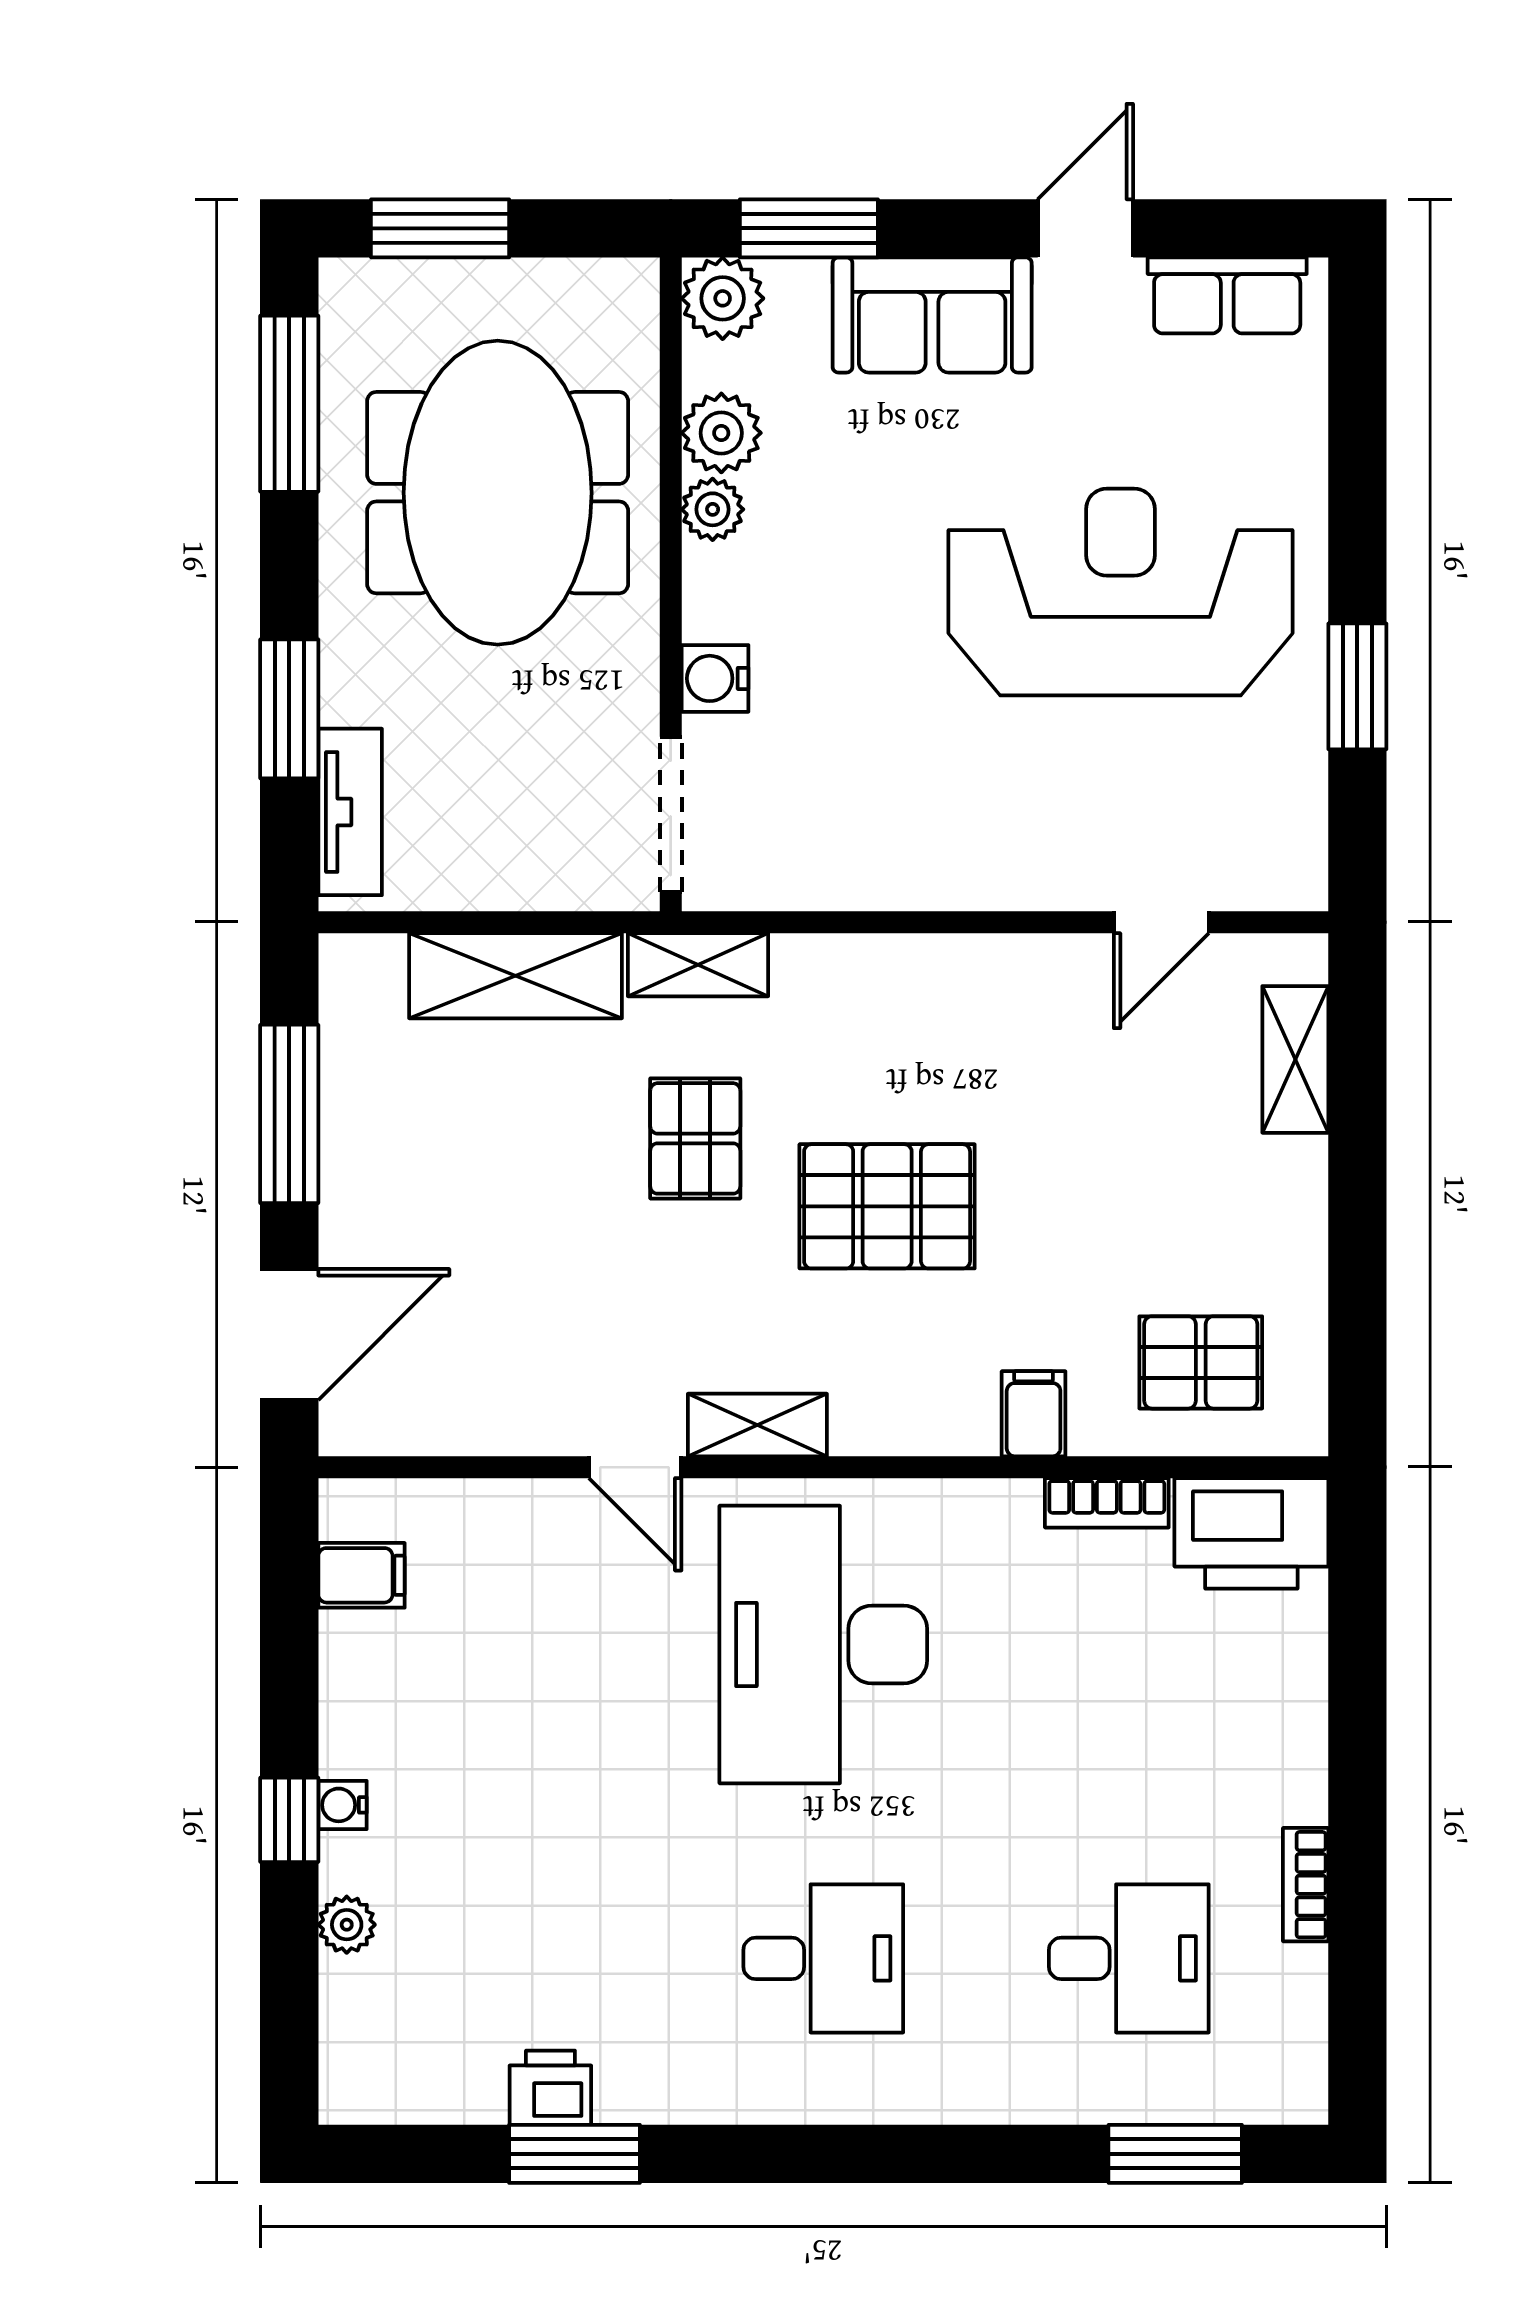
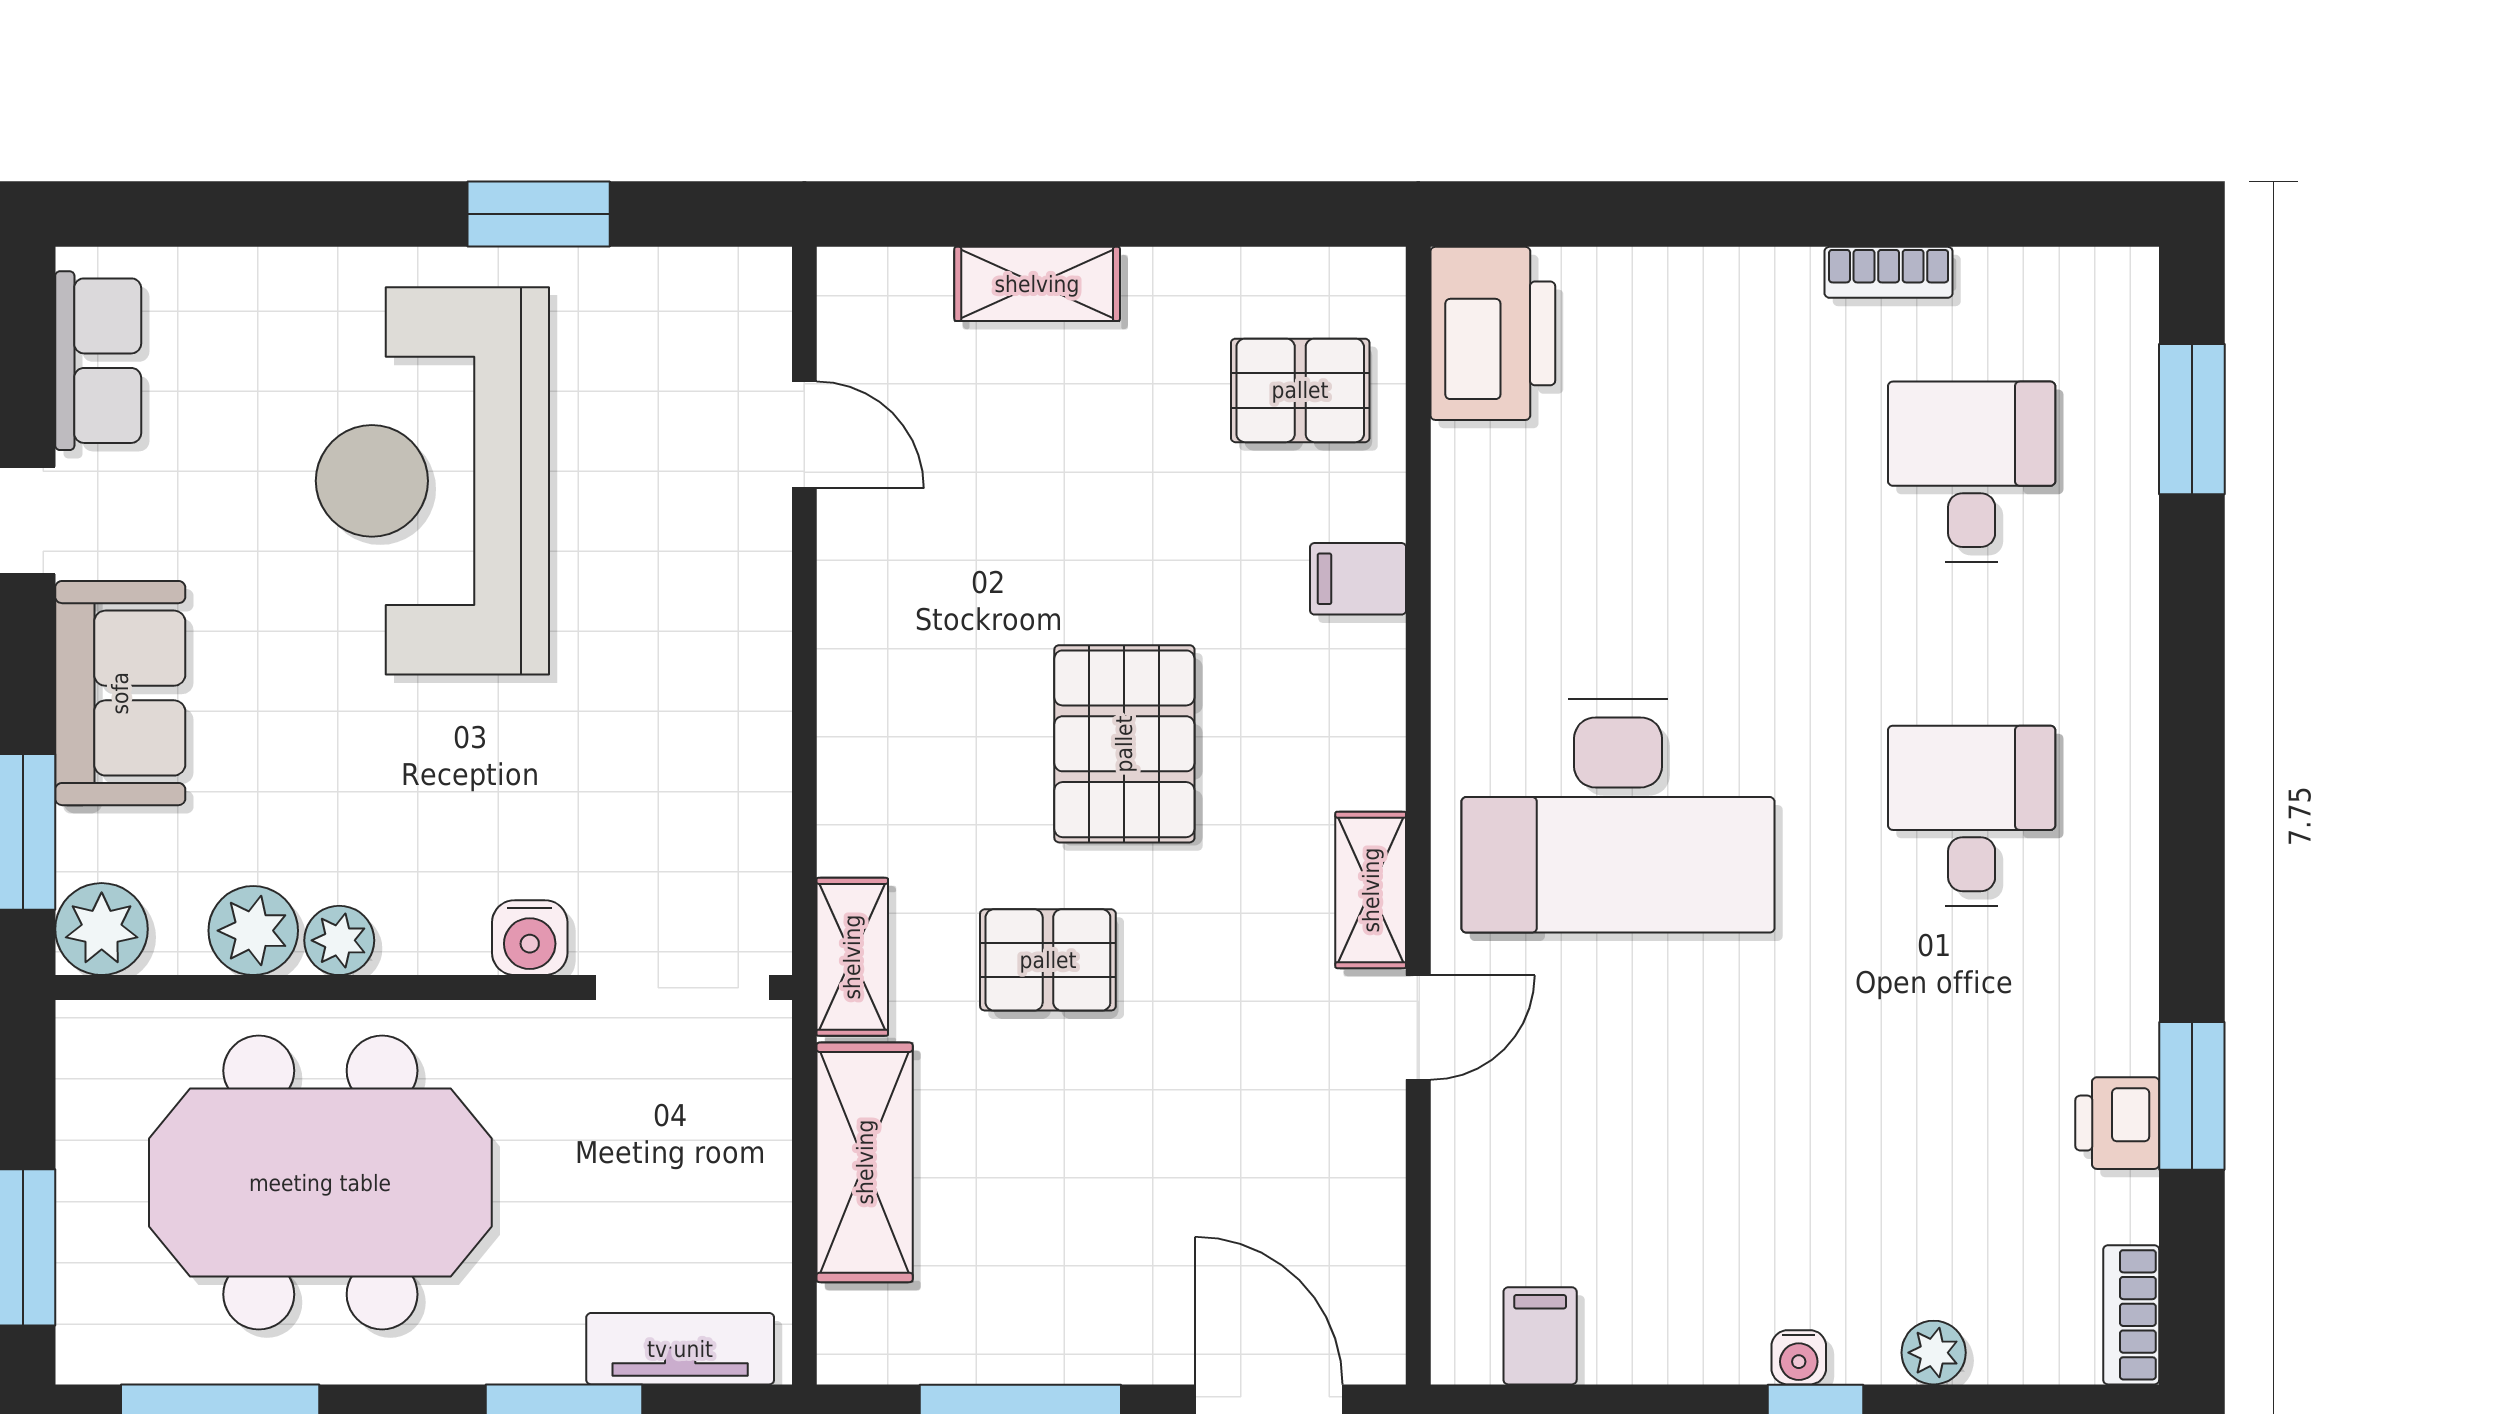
shelving: (1295, 1059) -> (1037, 284), moved
pallet: (1201, 1362) -> (1300, 390), turned 90
bookcase: (1107, 1503) -> (2131, 1315), moved, turned 180

